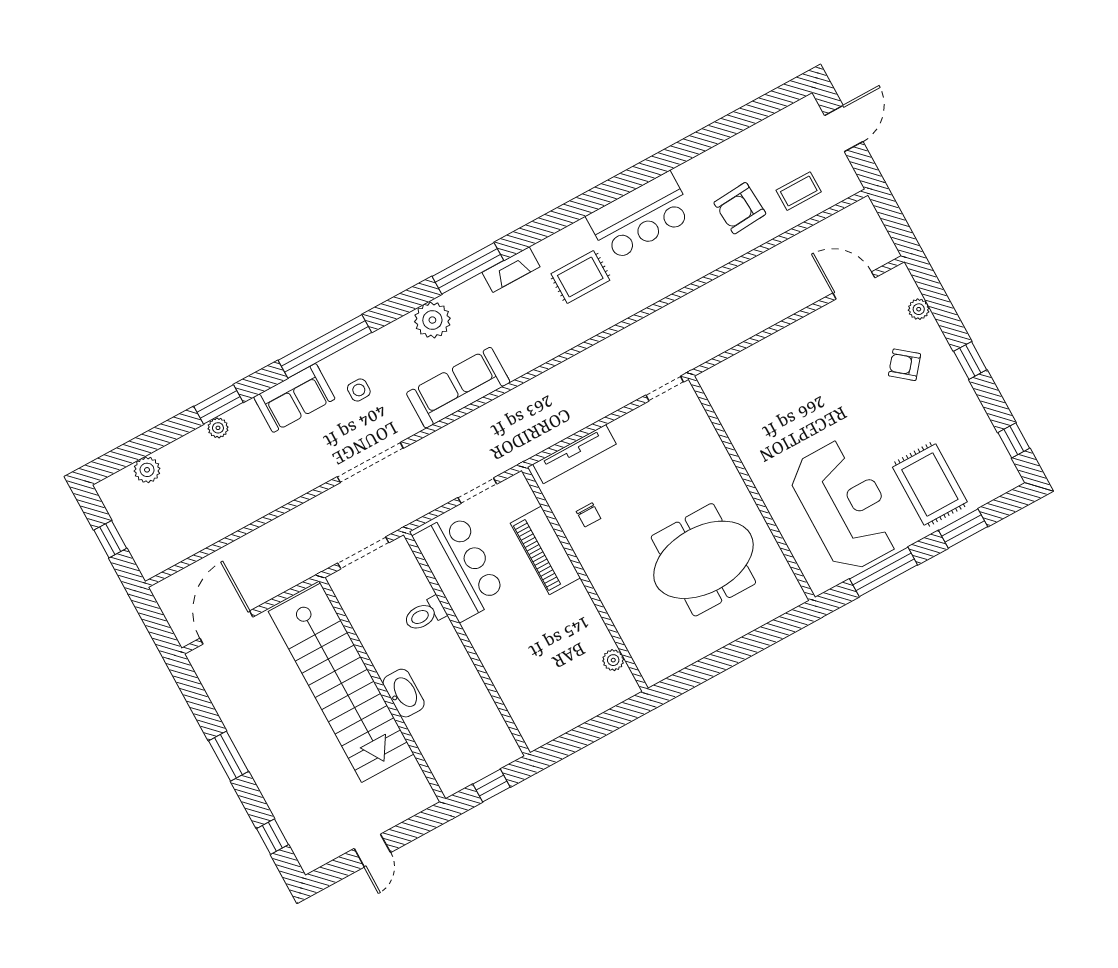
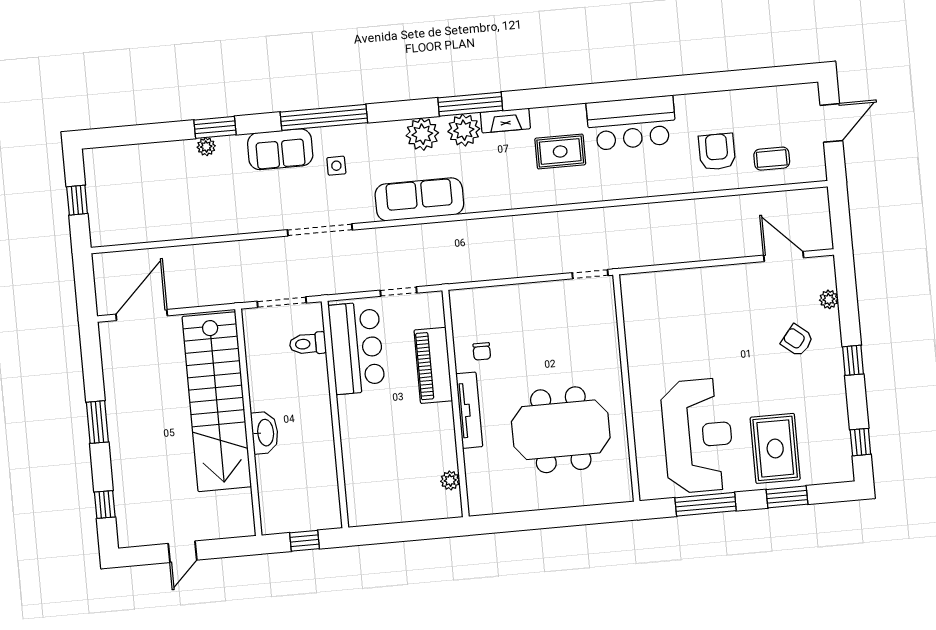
armchair: (740, 208) -> (717, 152), turned 94
tv unit: (575, 454) -> (469, 410), moved, turned -90
plant: (147, 470) -> (464, 130), moved, width x1.36, depth x1.36
toilet: (425, 614) -> (308, 344), moved

